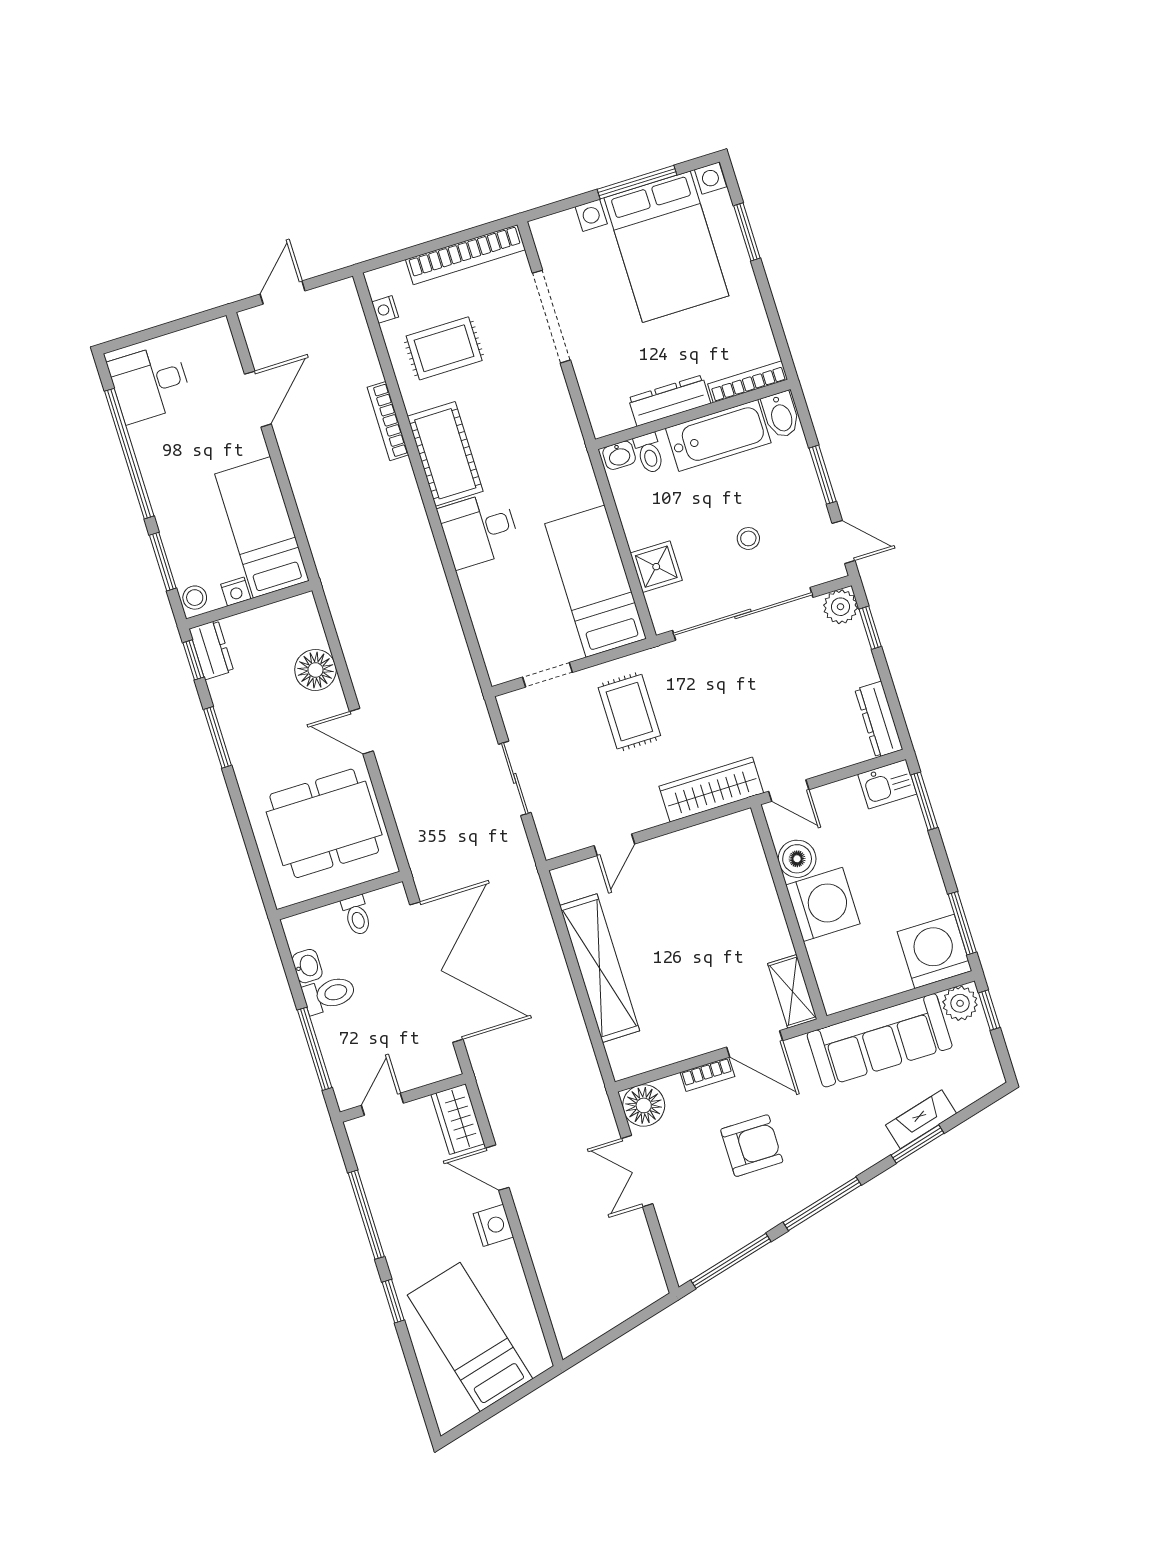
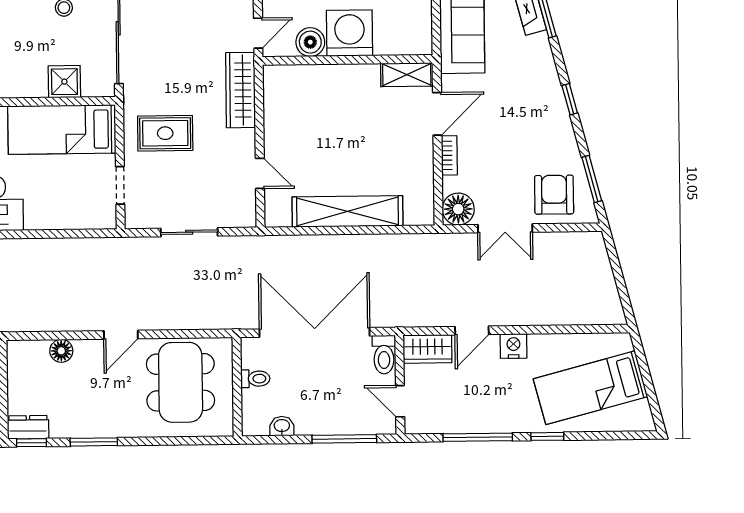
floor lamp: (315, 670) -> (61, 351), width x0.73, depth x0.73
toilet: (329, 994) -> (384, 355), moved, turned 180
armchair: (752, 1146) -> (554, 195), moved
window: (822, 1204) -> (570, 99), width x0.46
window: (731, 1261) -> (592, 179), width x0.69

